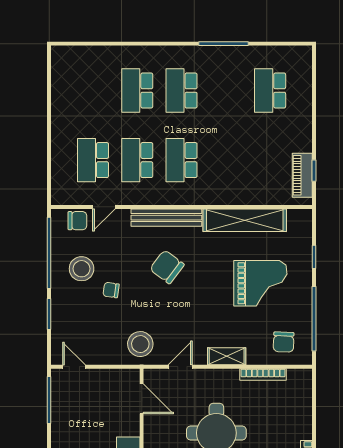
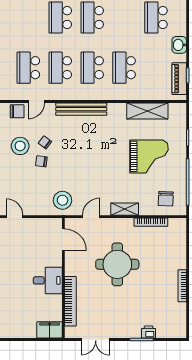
washbasin: (302, 128) -> (179, 45), added
school desk: (226, 160) -> (124, 68), added
shelving: (245, 220) -> (147, 111), width x0.68
chair: (167, 267) -> (45, 142), moved, width x0.54, depth x0.54

